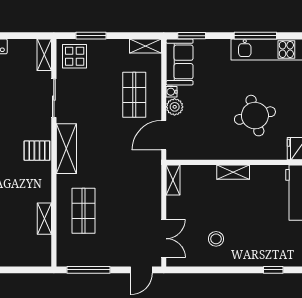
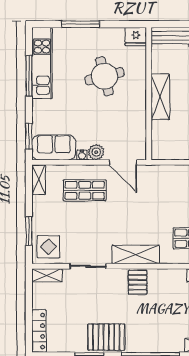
shelving: (233, 172) -> (160, 97), width x1.50, depth x1.33
shelving: (173, 180) -> (165, 154), removed

